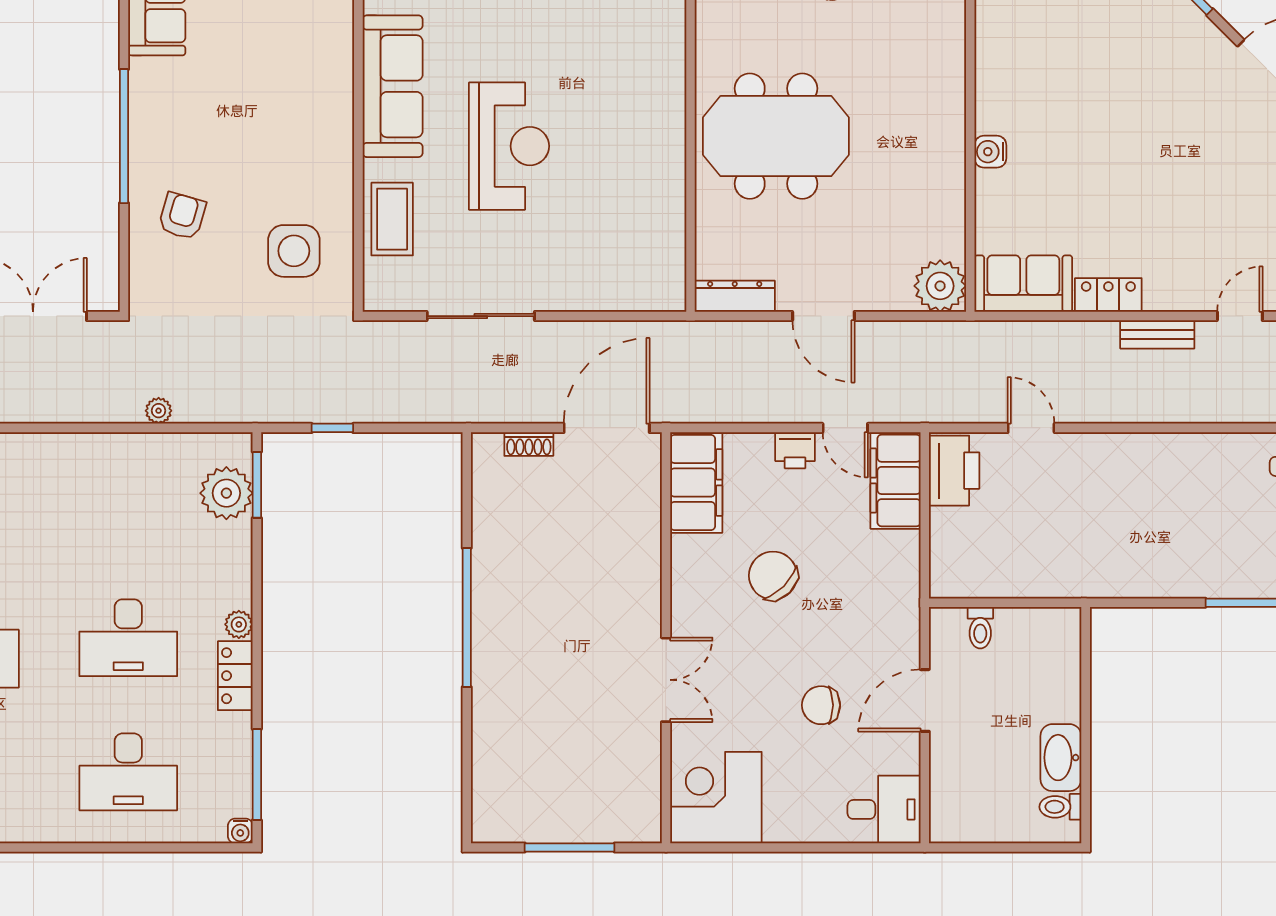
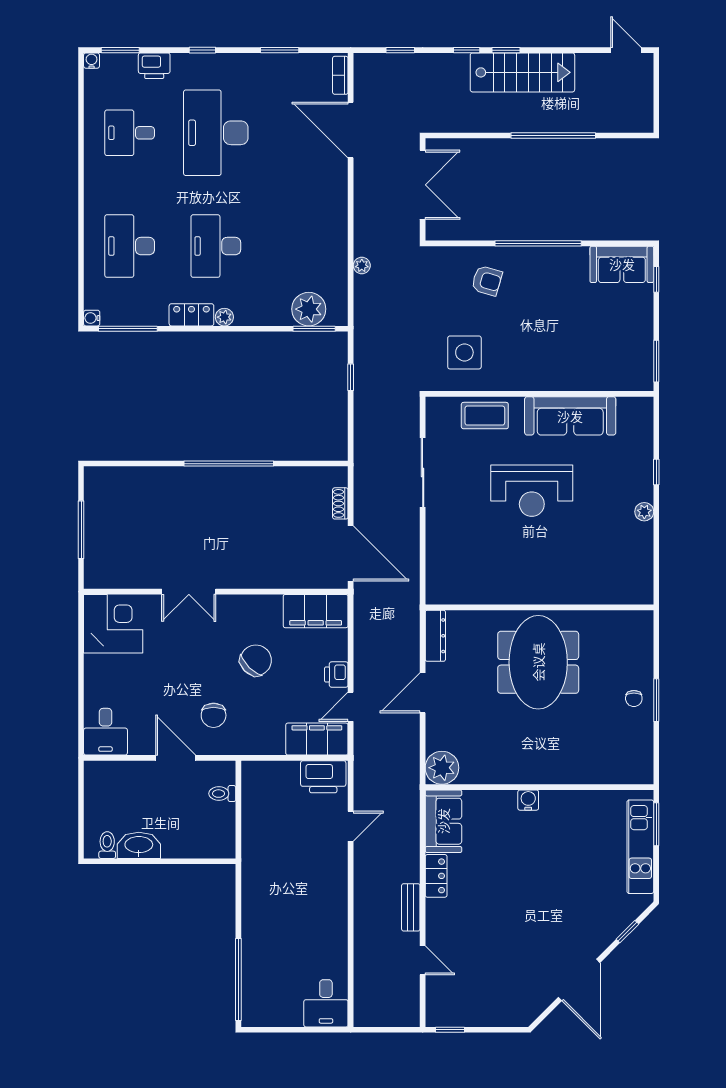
chair: (821, 705) -> (214, 715), moved, turned 180

